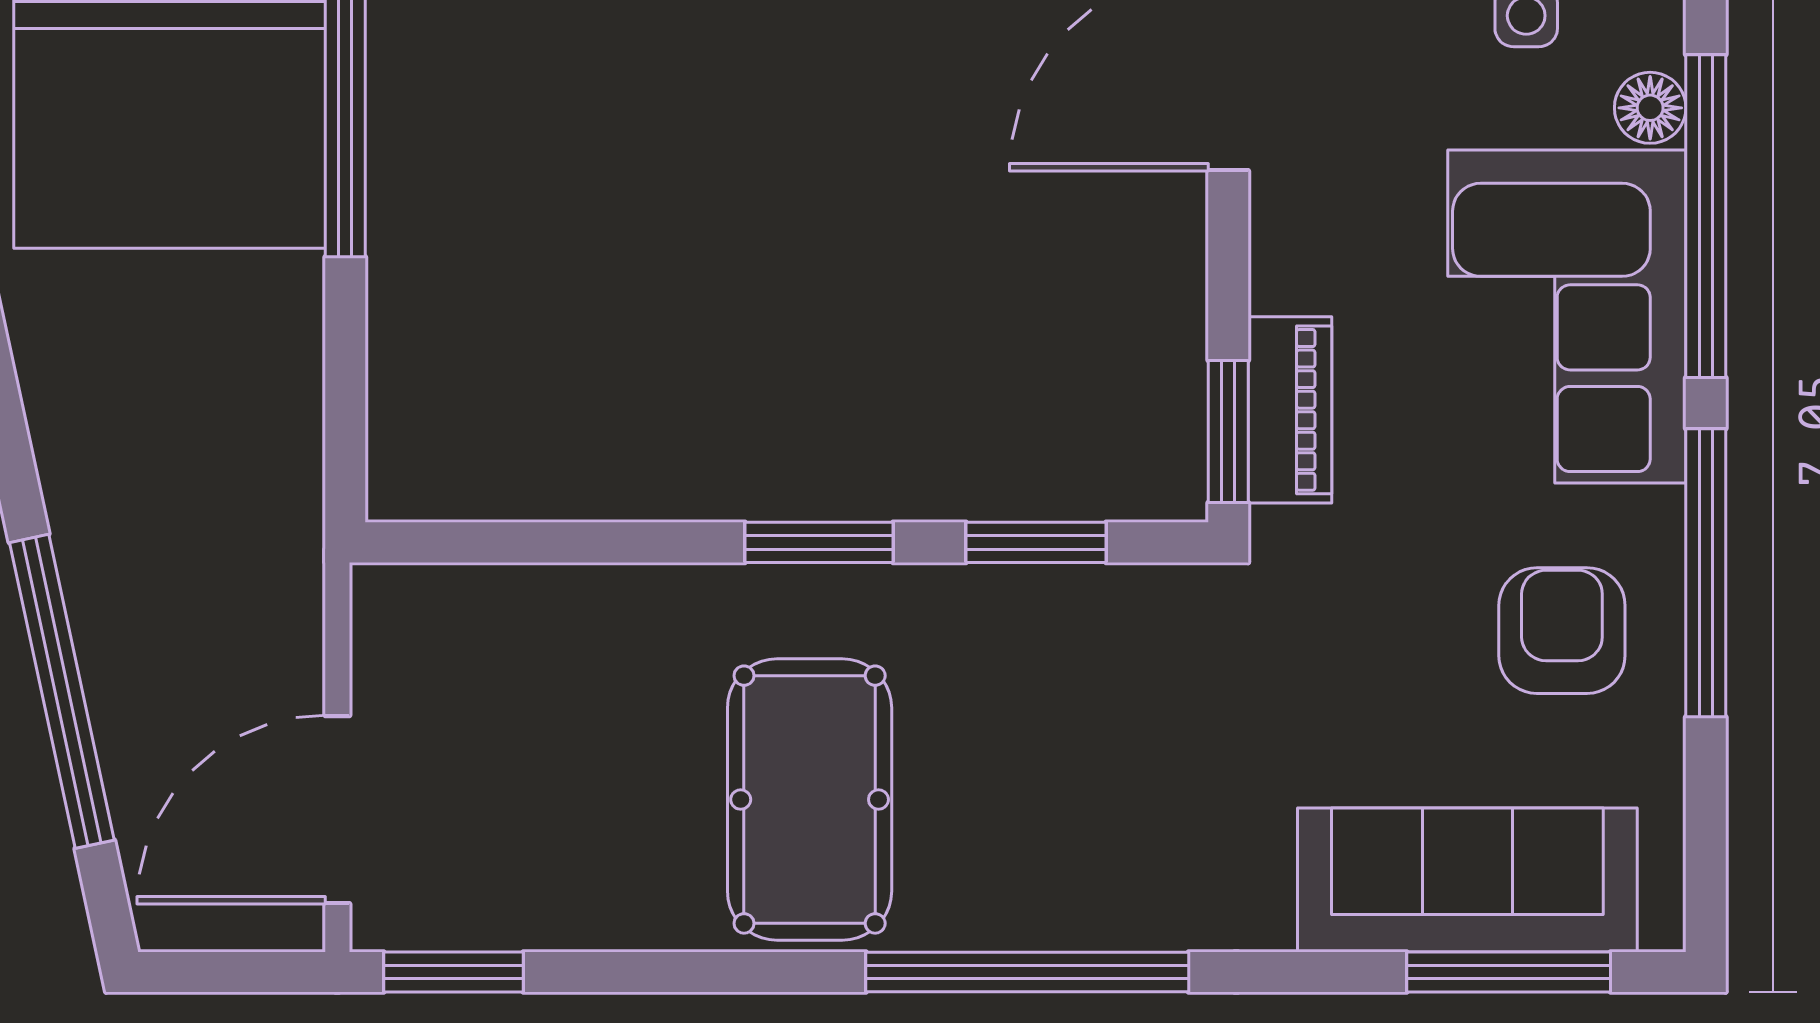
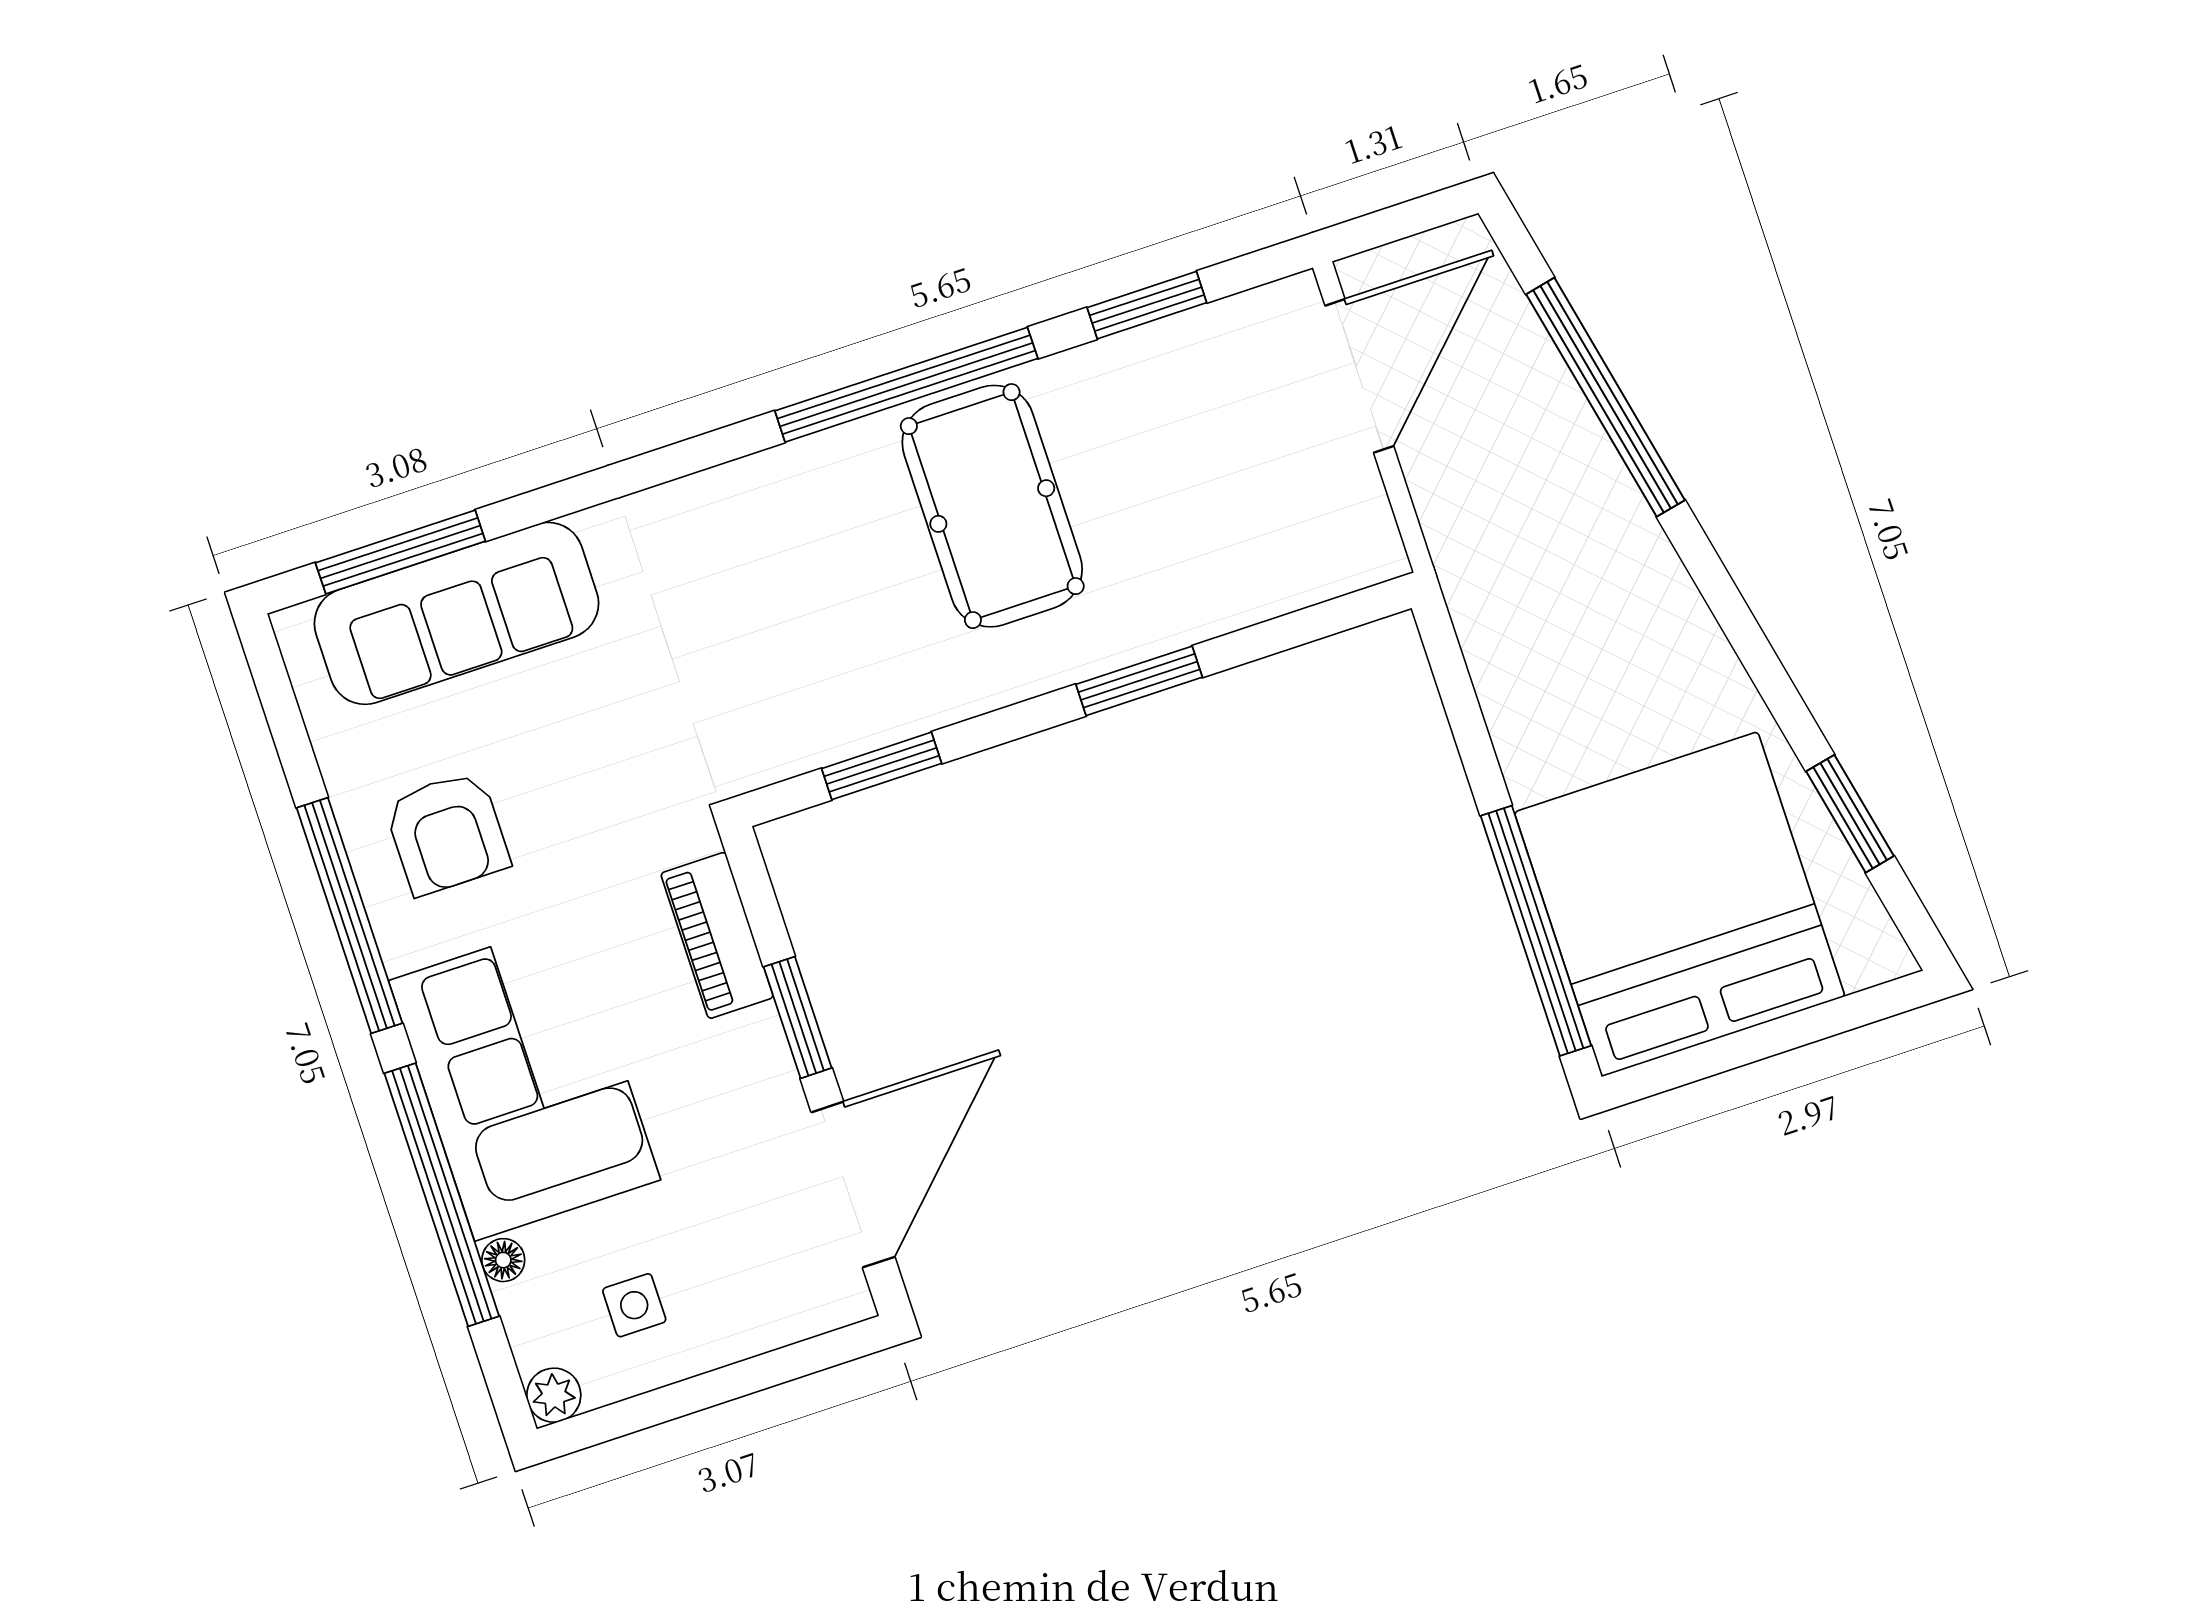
floor lamp: (1650, 108) -> (503, 1260), width x0.73, depth x0.73
window: (1228, 432) -> (798, 1017), moved
window: (819, 542) -> (1139, 681), moved
window: (454, 972) -> (1147, 305), moved
window: (1027, 972) -> (906, 385), moved

